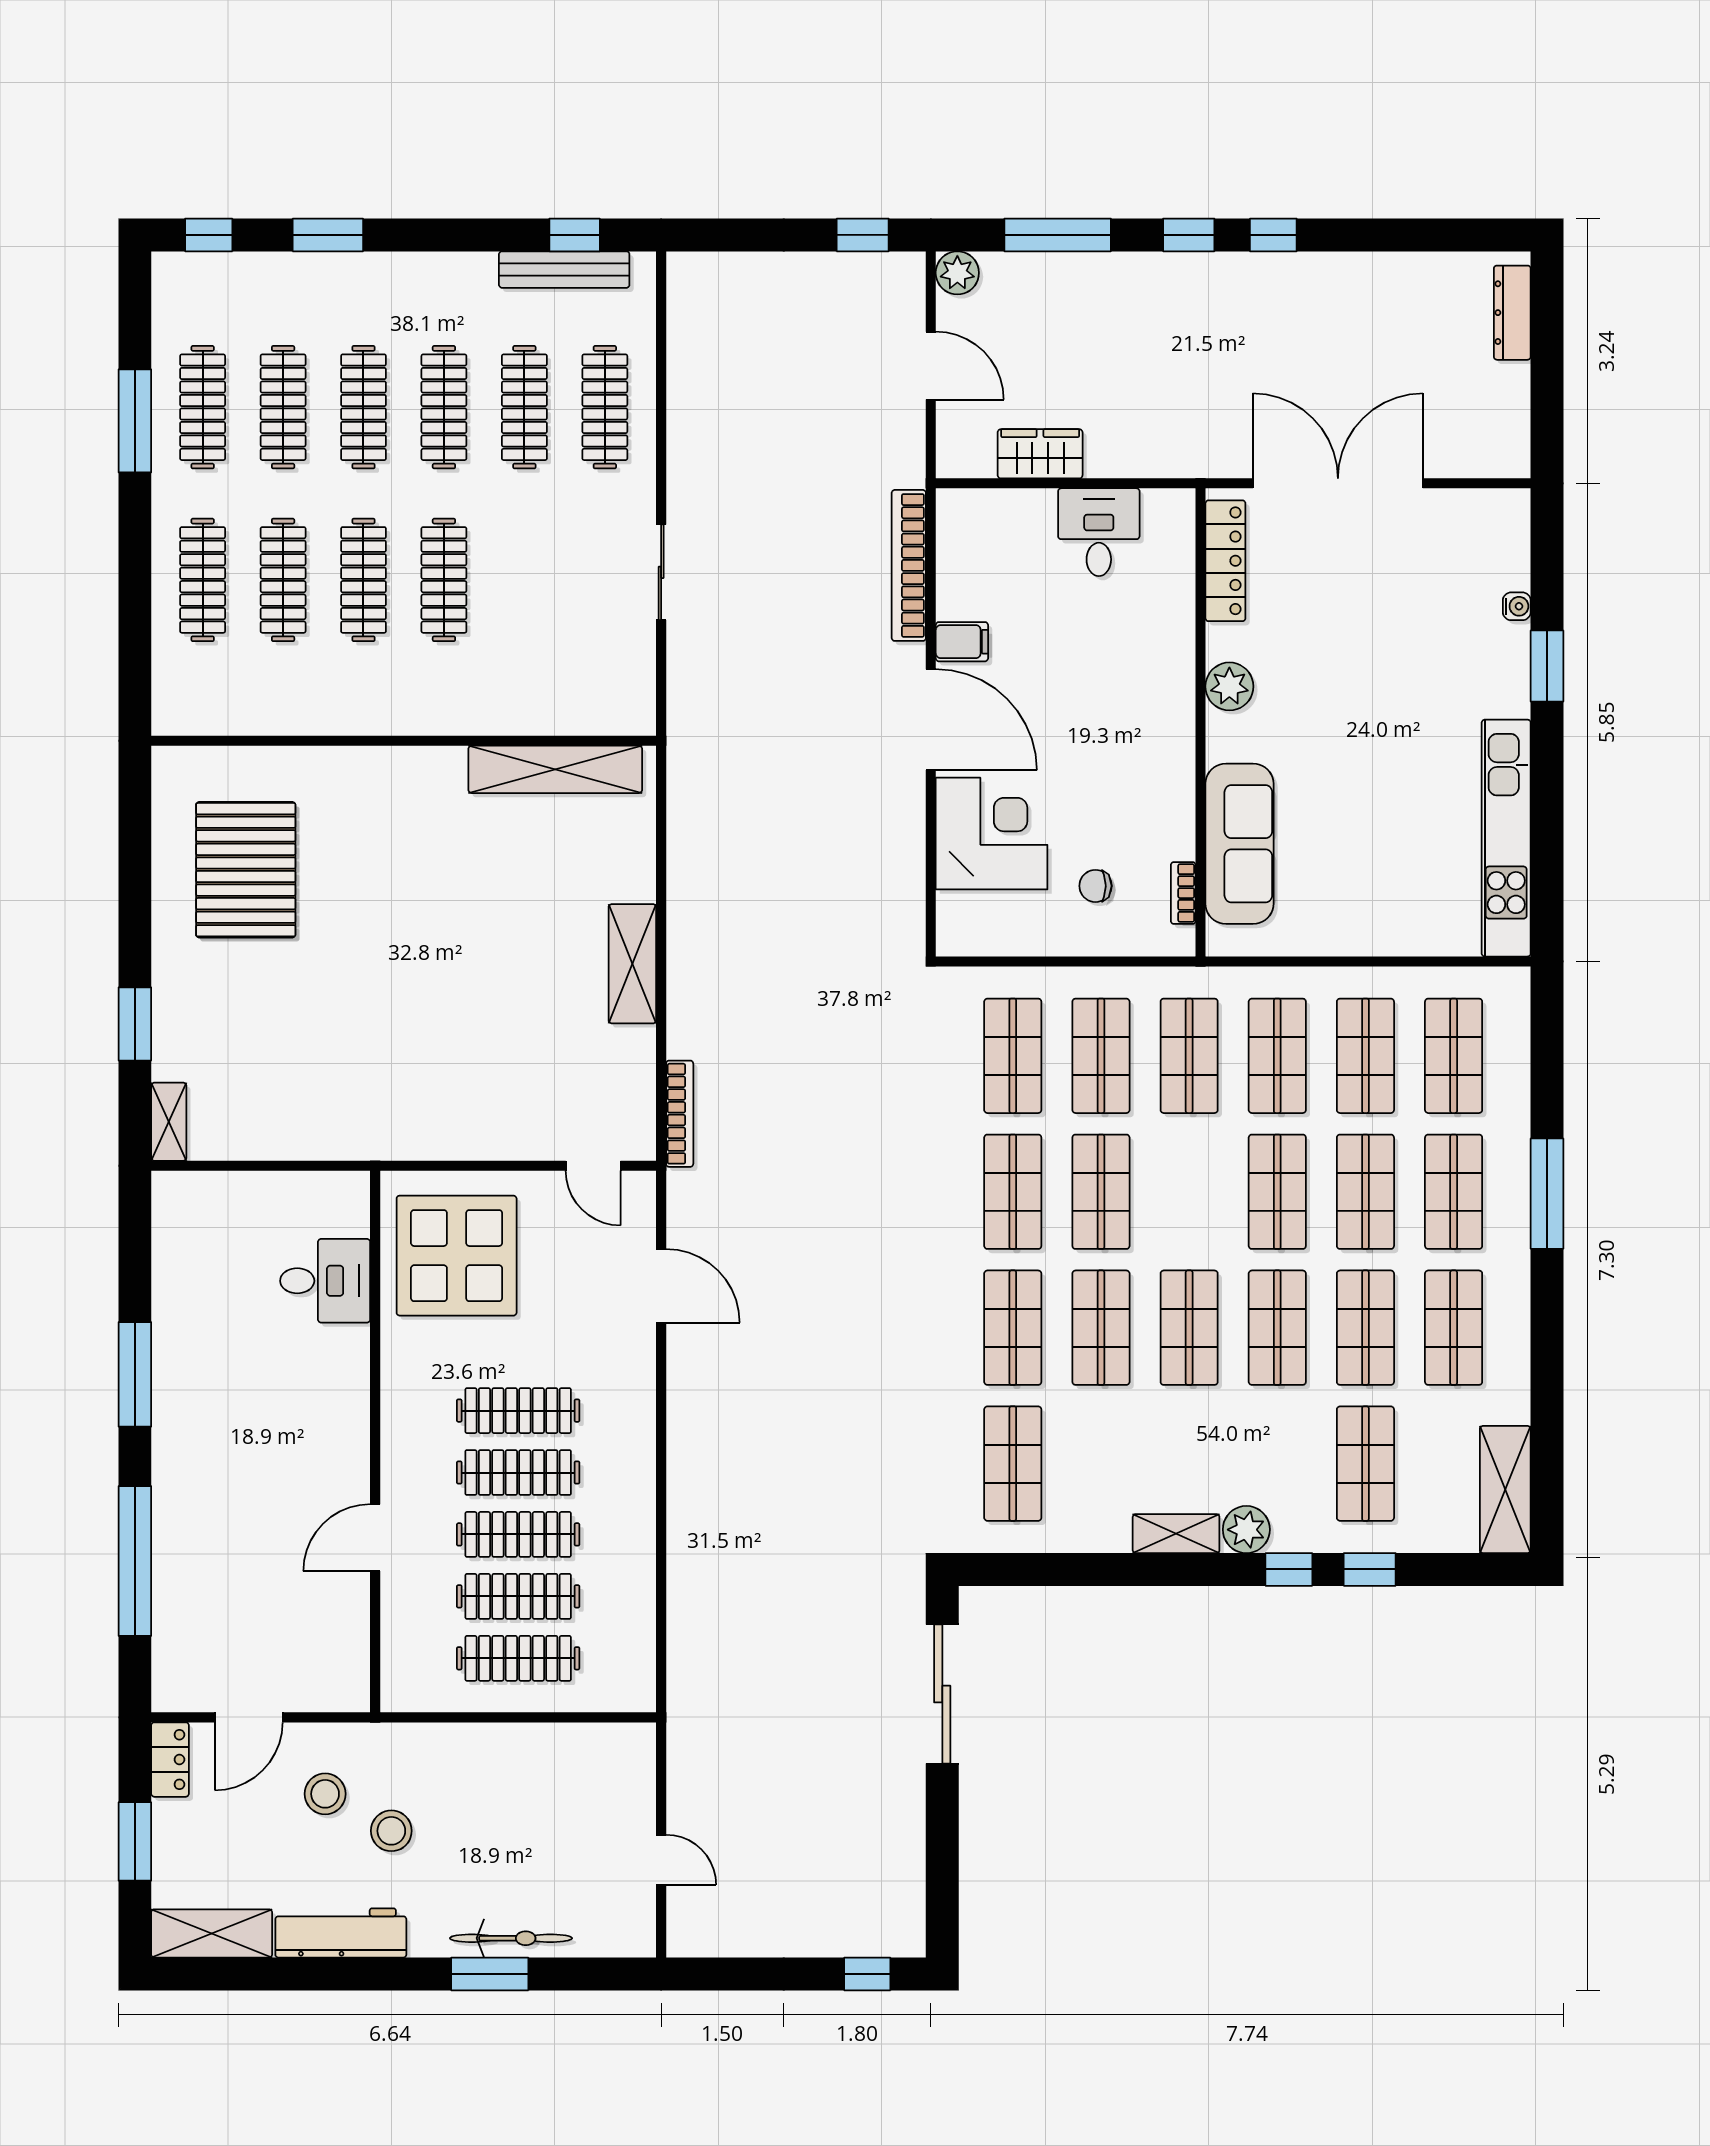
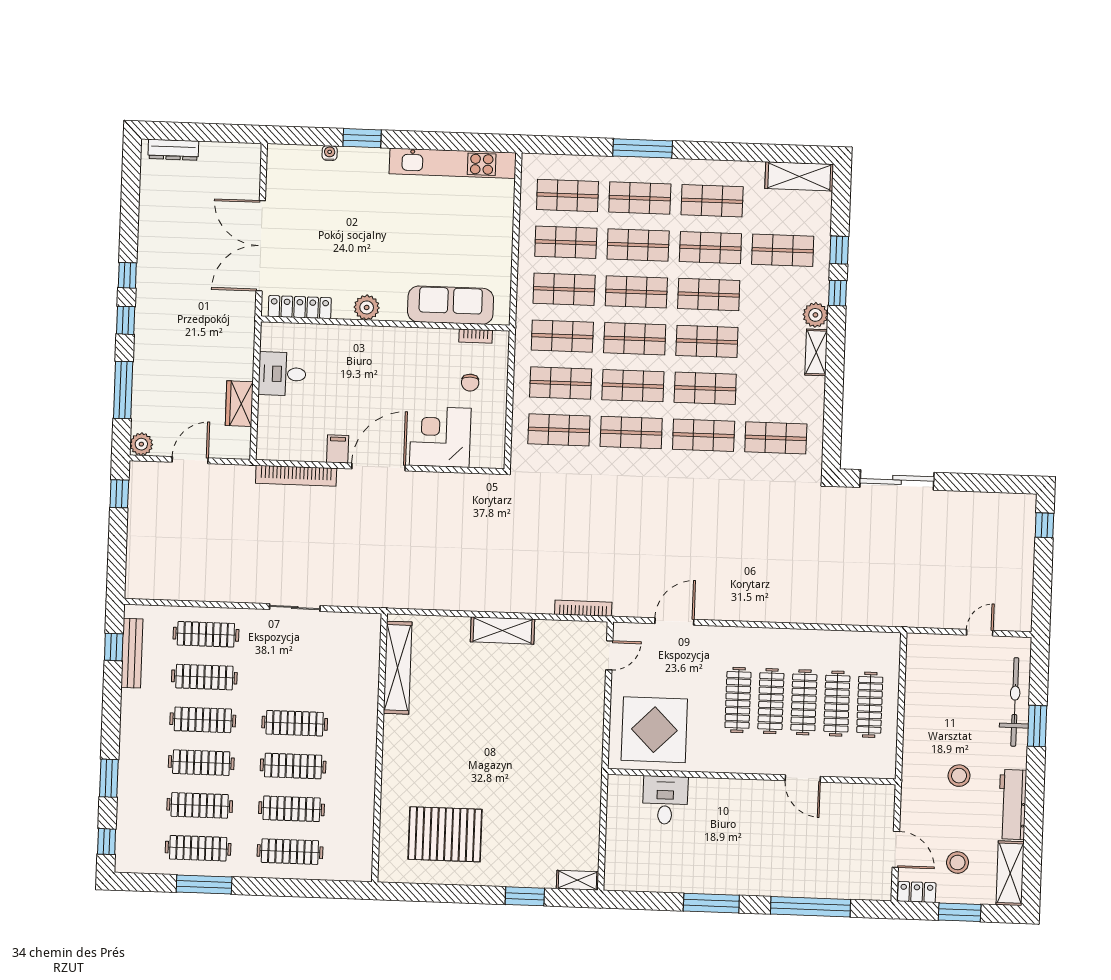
shop shelf: (1189, 1192) -> (635, 339), added
stool: (325, 1794) -> (958, 862), moved
bicycle: (511, 1938) -> (1015, 702), width x1.37, depth x1.40

